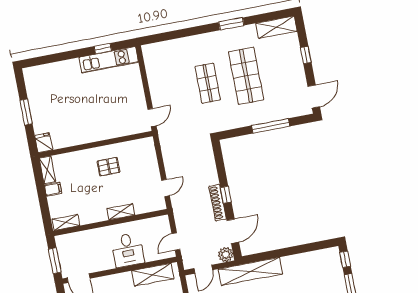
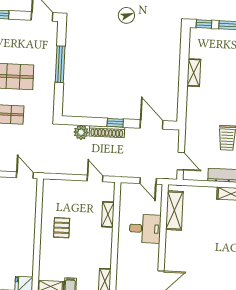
shoe rack: (218, 203) -> (107, 132), moved
shelving: (121, 212) -> (108, 214), moved
plant: (226, 255) -> (81, 132), moved
shelving: (250, 271) -> (194, 73), moved, width x0.45, depth x0.75

